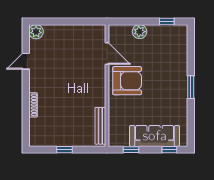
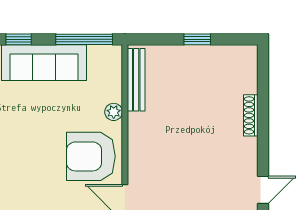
plant: (114, 107) -> (114, 112), added
window: (131, 150) -> (84, 39), width x2.17

